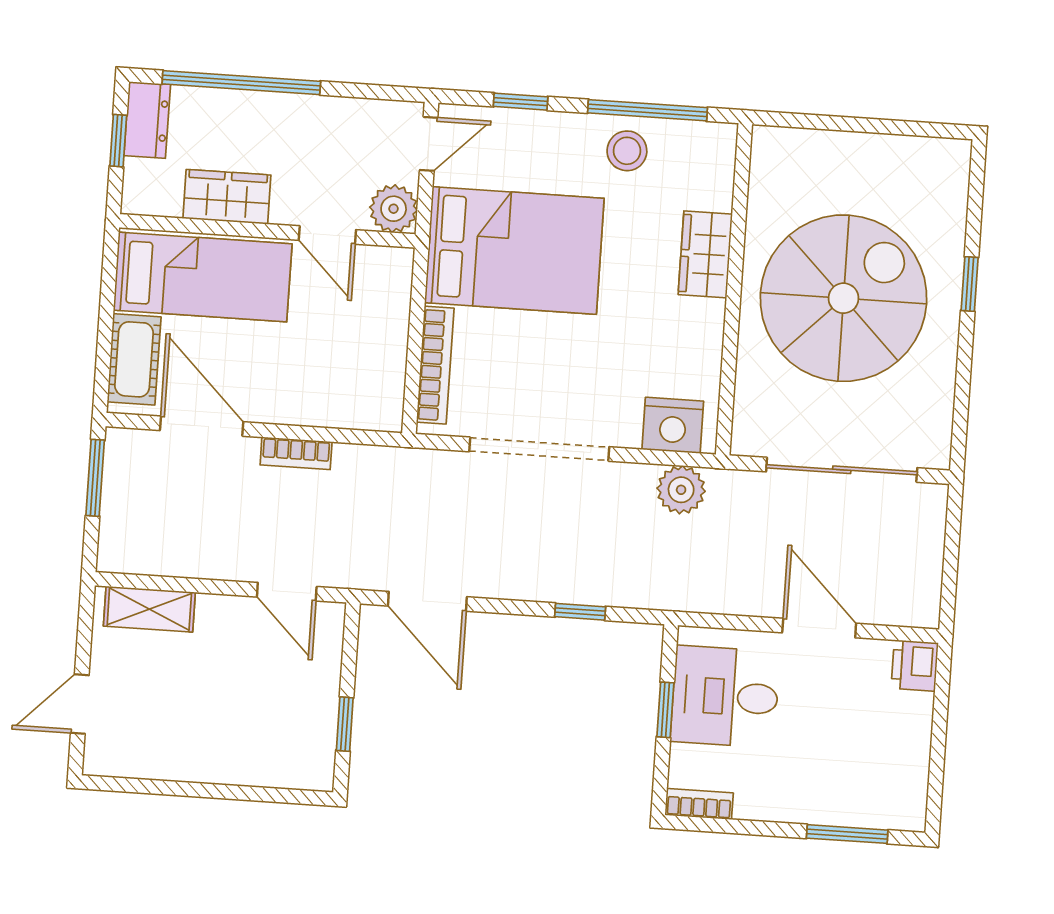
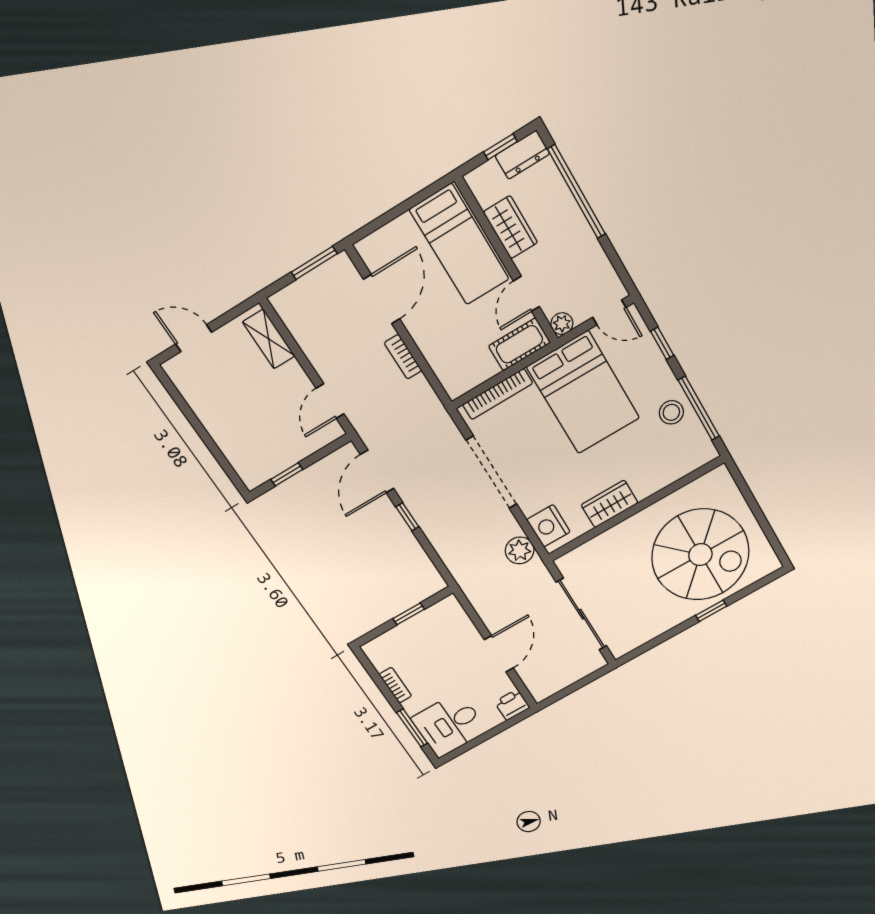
plant: (394, 209) -> (562, 324), width x0.73, depth x0.73
wardrobe: (705, 254) -> (610, 504), moved
spiral stairs: (844, 298) -> (700, 555), moved
cot: (134, 359) -> (519, 344), moved
window: (580, 612) -> (407, 517), moved
desk: (725, 697) -> (449, 725), moved, turned -90
bookcase: (699, 804) -> (395, 685), moved

